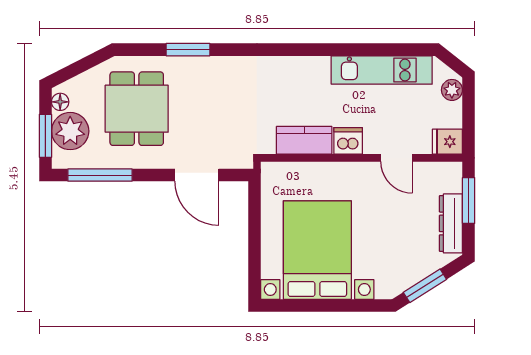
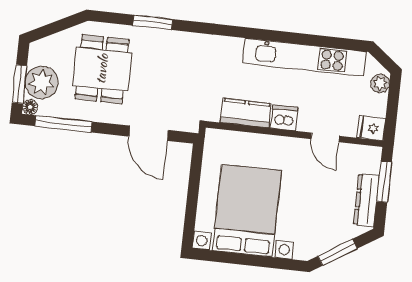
kitchen unit: (382, 70) -> (304, 57), width x1.36
floor lamp: (60, 102) -> (30, 107), moved

